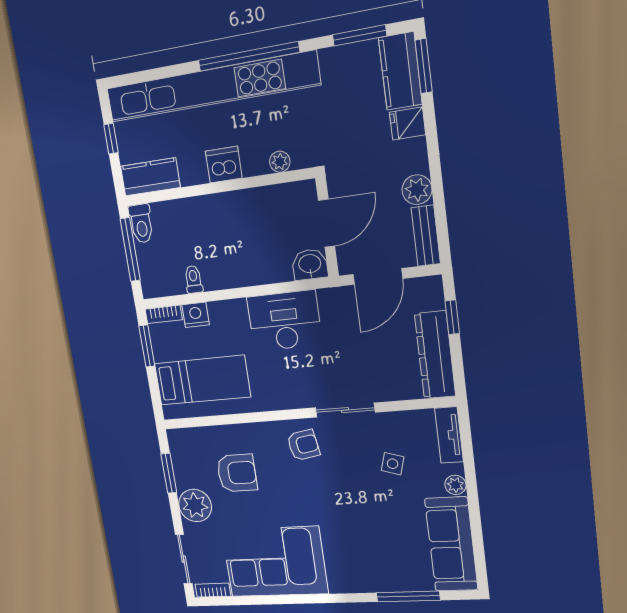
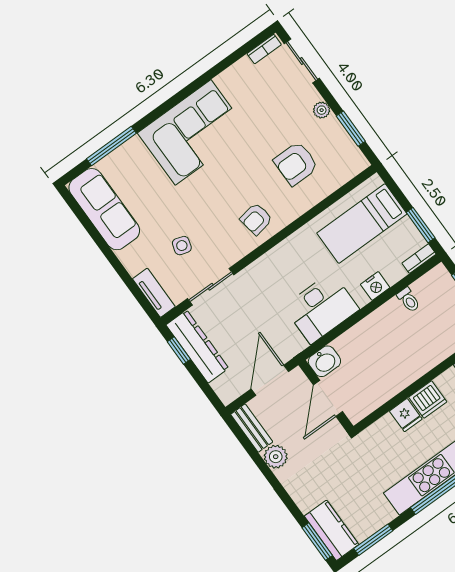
fridge: (408, 123) -> (406, 415), moved, turned 90
plant: (280, 162) -> (386, 424), removed
nightstand: (196, 315) -> (375, 286), moved
window: (452, 317) -> (179, 350), moved
sliding door: (345, 410) -> (211, 287), moved
plant: (455, 485) -> (128, 257), removed
plant: (195, 505) -> (322, 110), width x0.53, depth x0.53
corner sofa: (275, 562) -> (193, 132), moved

